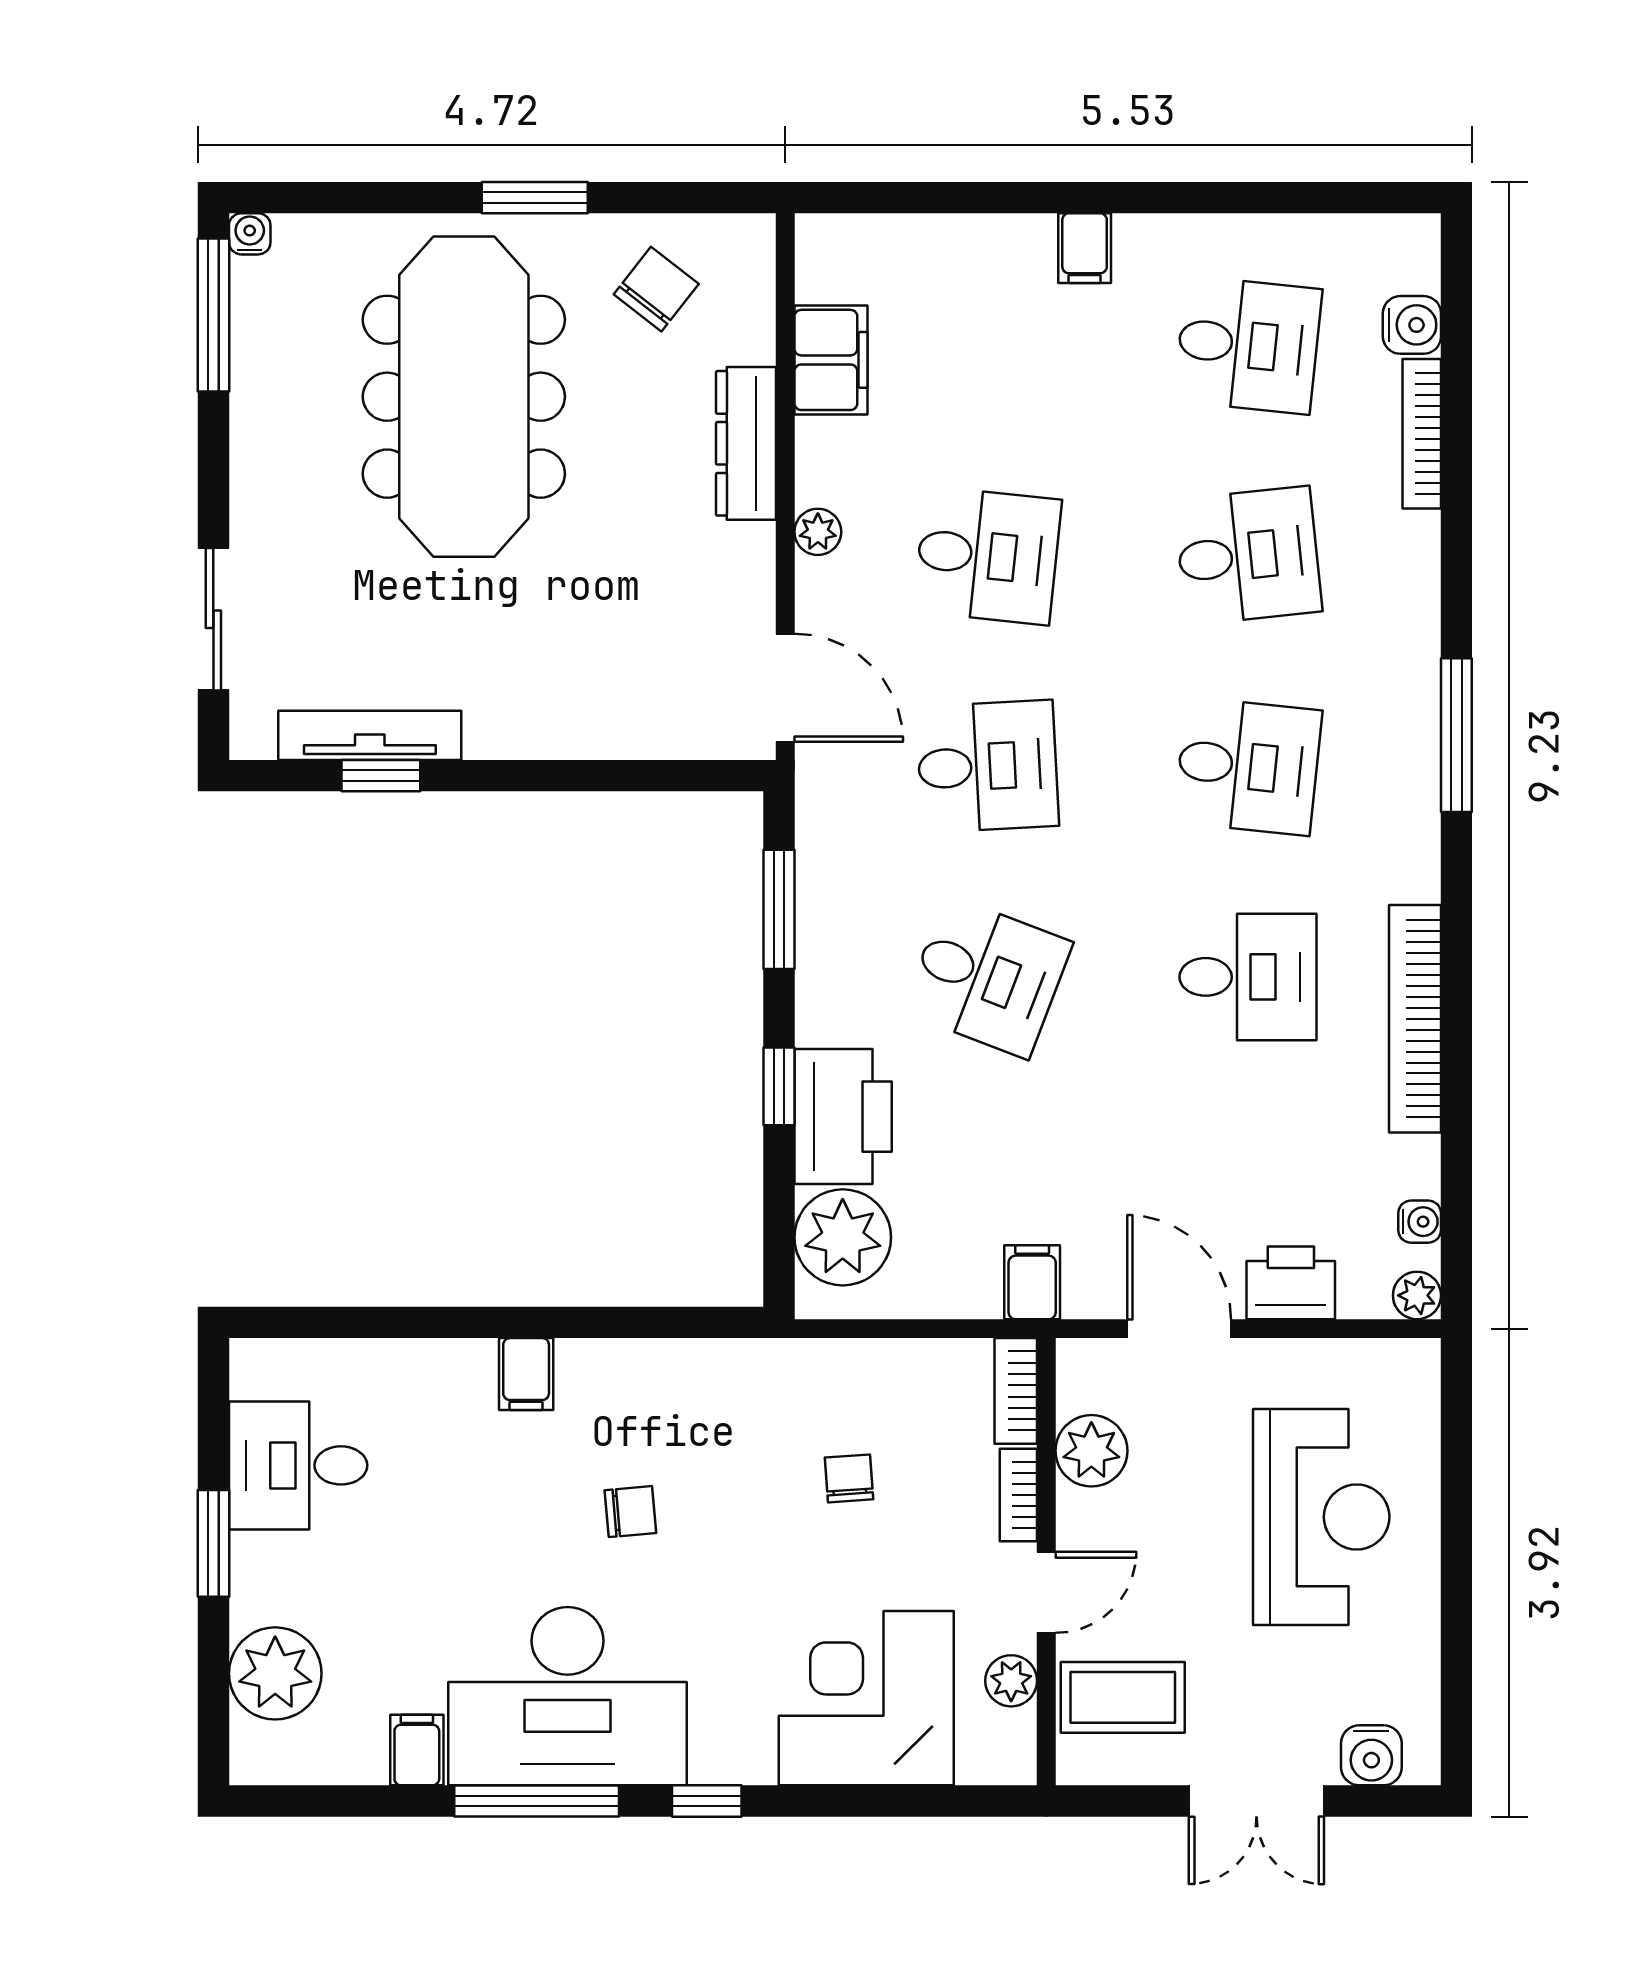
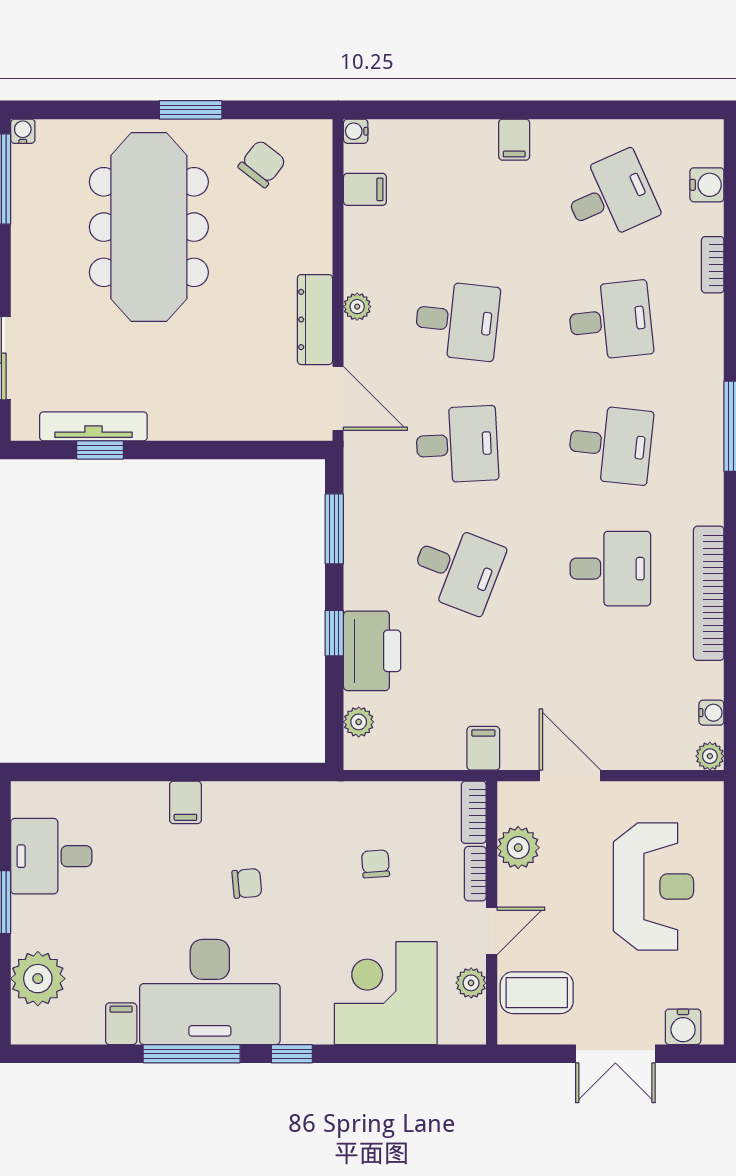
water cooler: (815, 234) -> (356, 131), added
desk: (1248, 345) -> (610, 197), turned -30
filing cabinet: (831, 360) -> (365, 189), width x0.50
bookcase: (1422, 434) -> (713, 265), width x0.64
dresser: (746, 443) -> (315, 320), moved
plant: (843, 1237) -> (359, 722), width x0.53, depth x0.53
printer: (1291, 1283) -> (636, 749), removed

